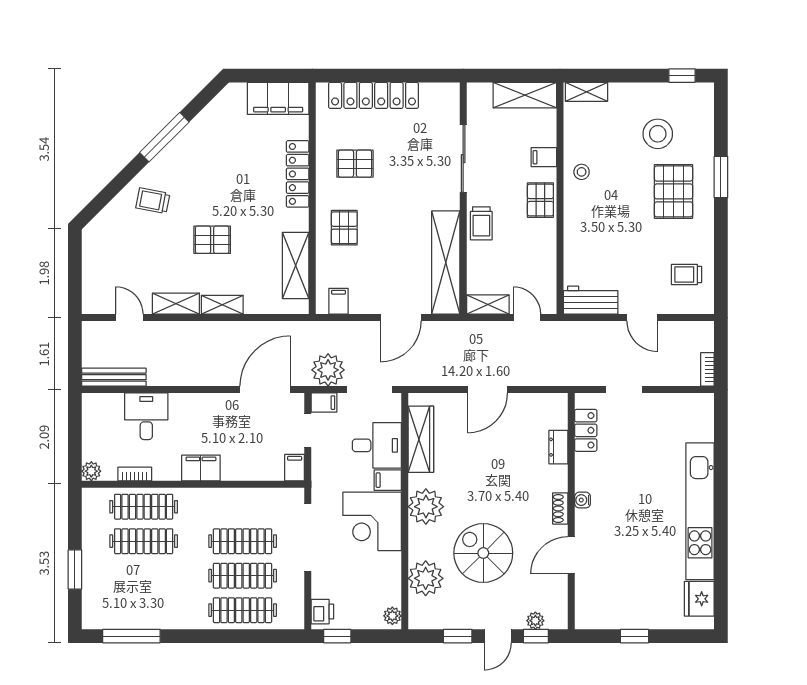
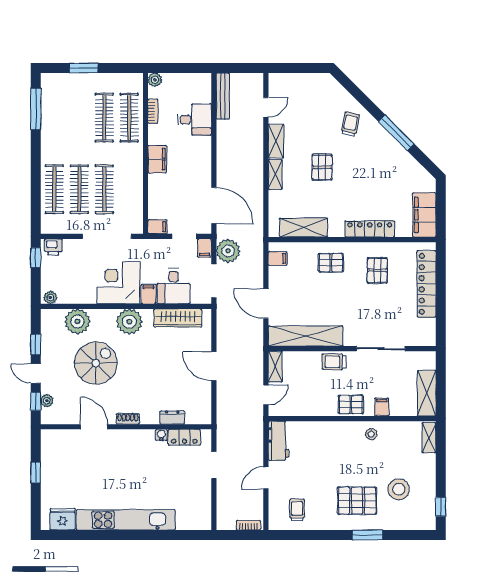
bookcase: (707, 369) -> (248, 525), moved
water cooler: (582, 500) -> (161, 435), moved

